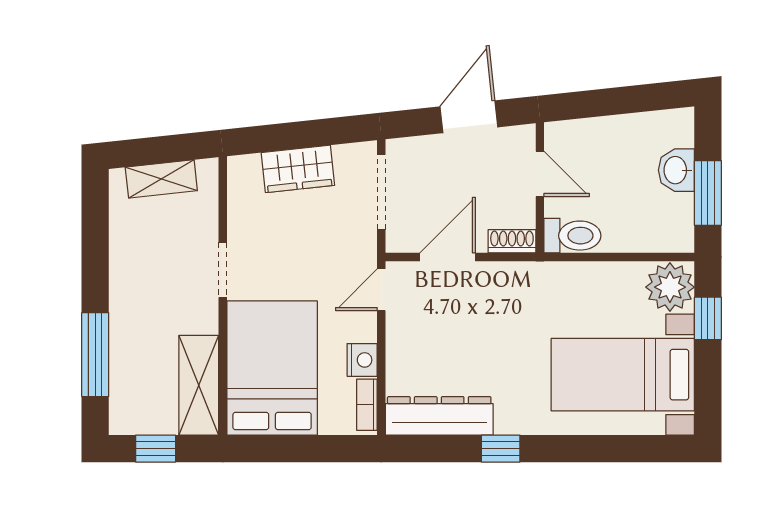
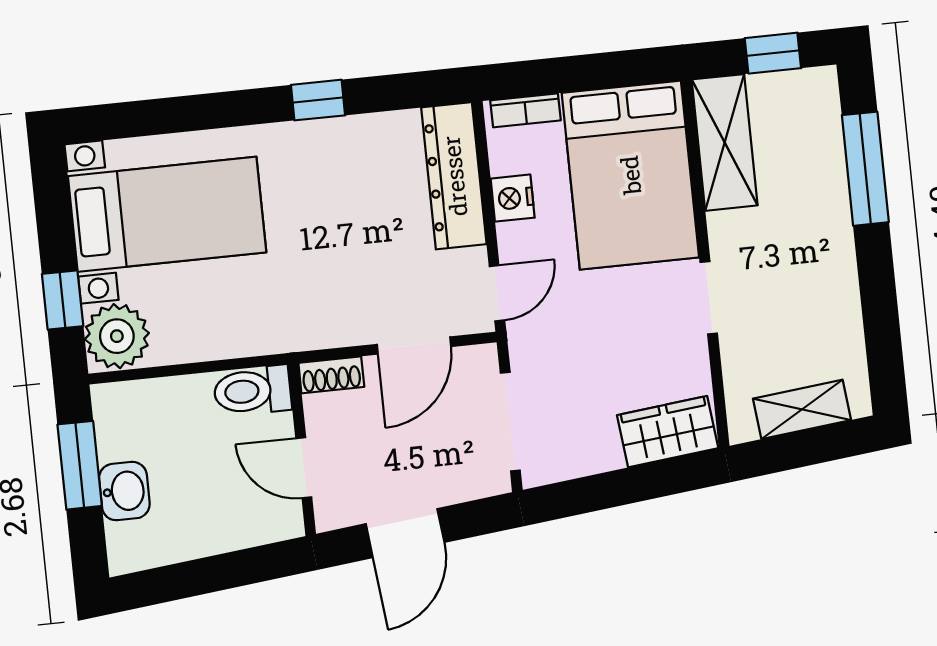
wardrobe: (298, 169) -> (668, 432), moved
bookcase: (367, 405) -> (526, 110), moved, turned 90
dresser: (439, 416) -> (454, 176), moved, turned 90

